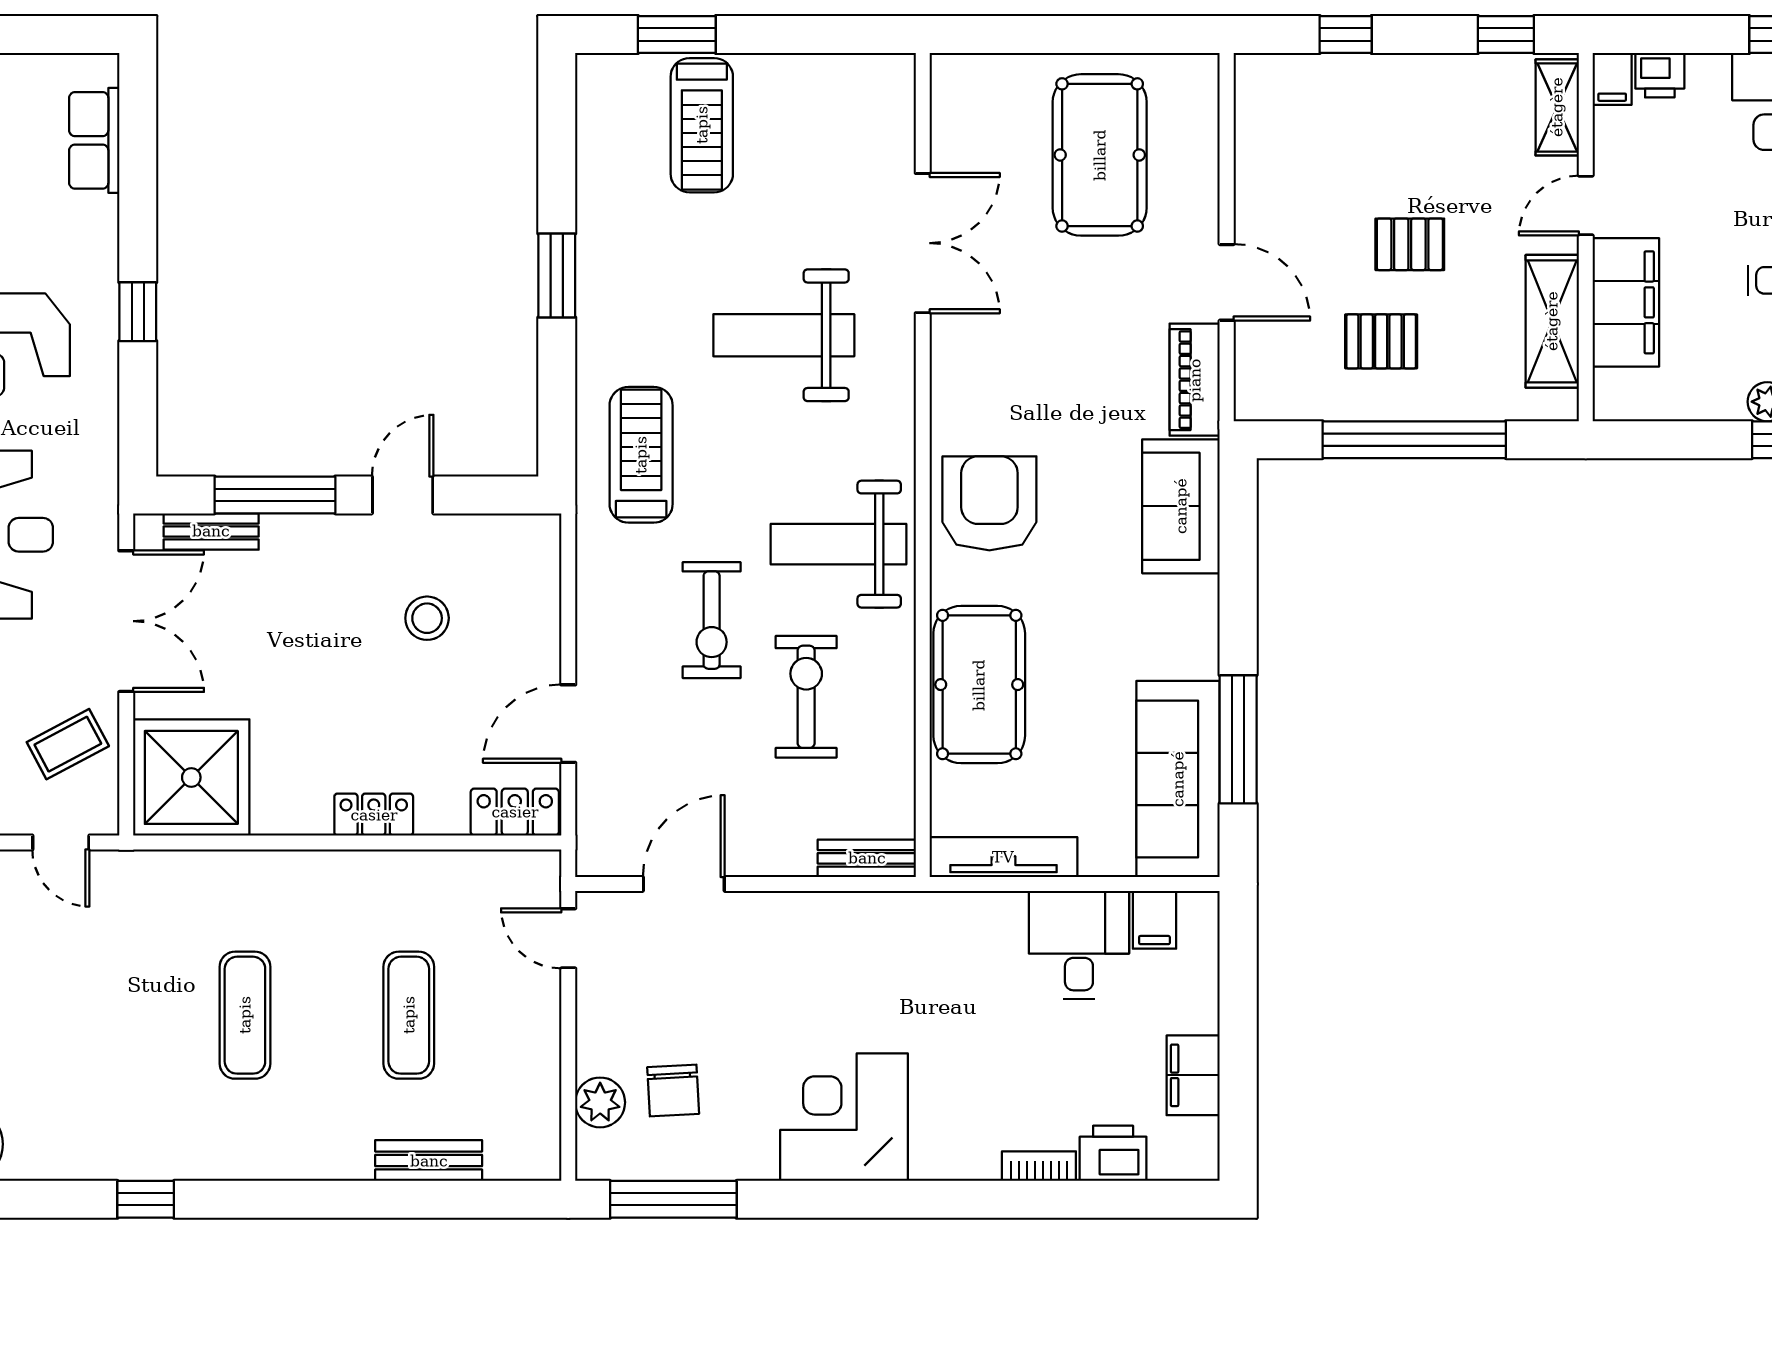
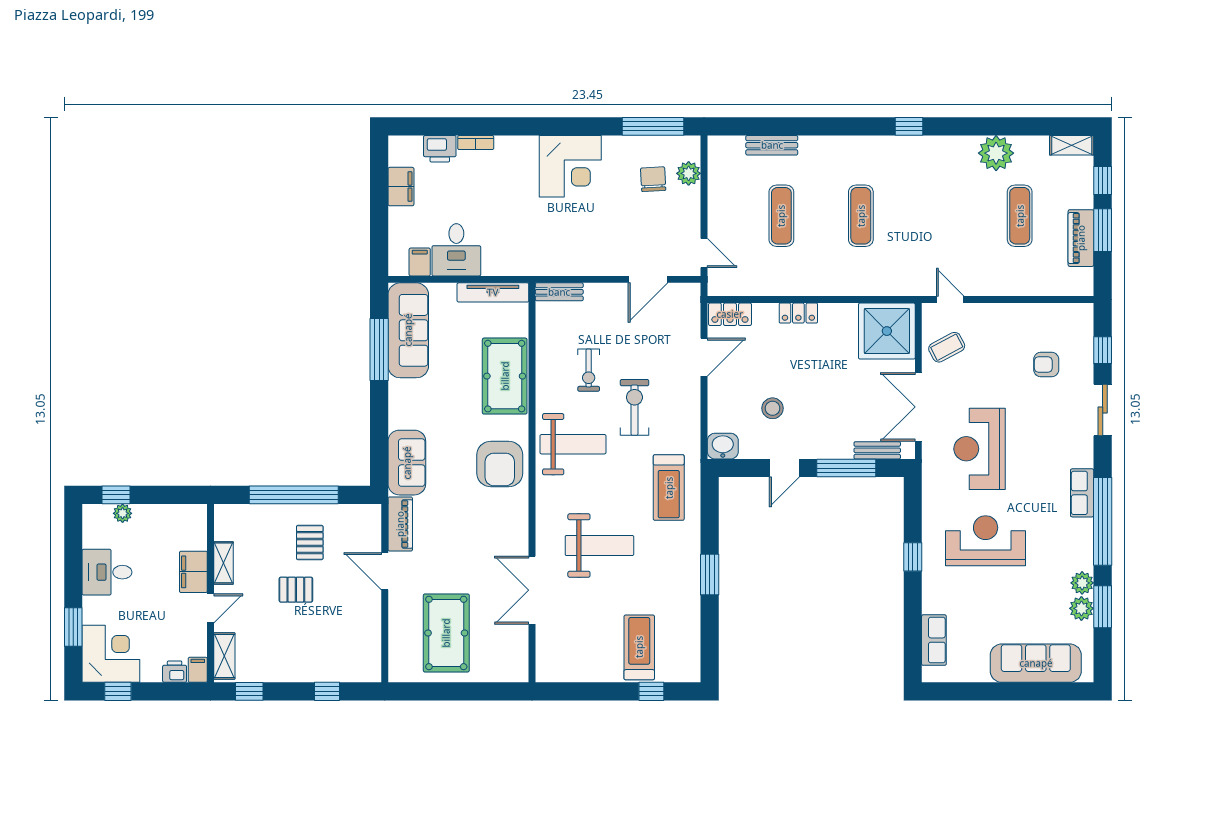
window: (677, 35) -> (651, 691), width x0.67
filing cabinet: (1626, 302) -> (193, 572), width x0.67, depth x0.86
shelving: (1552, 321) -> (224, 563), width x0.67, depth x0.75
pallet: (1381, 341) -> (310, 543), turned 90
washbasin: (530, 540) -> (723, 446), added
exercise bike: (806, 697) -> (589, 370), width x0.73, depth x0.72

